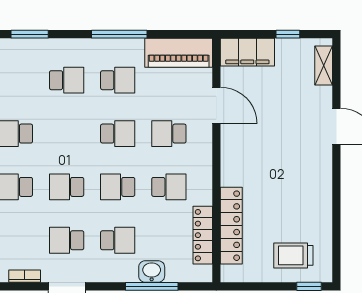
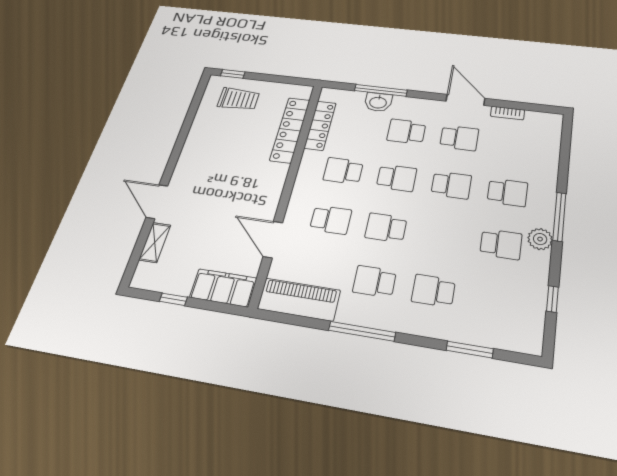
shelving: (324, 66) -> (155, 242), moved

